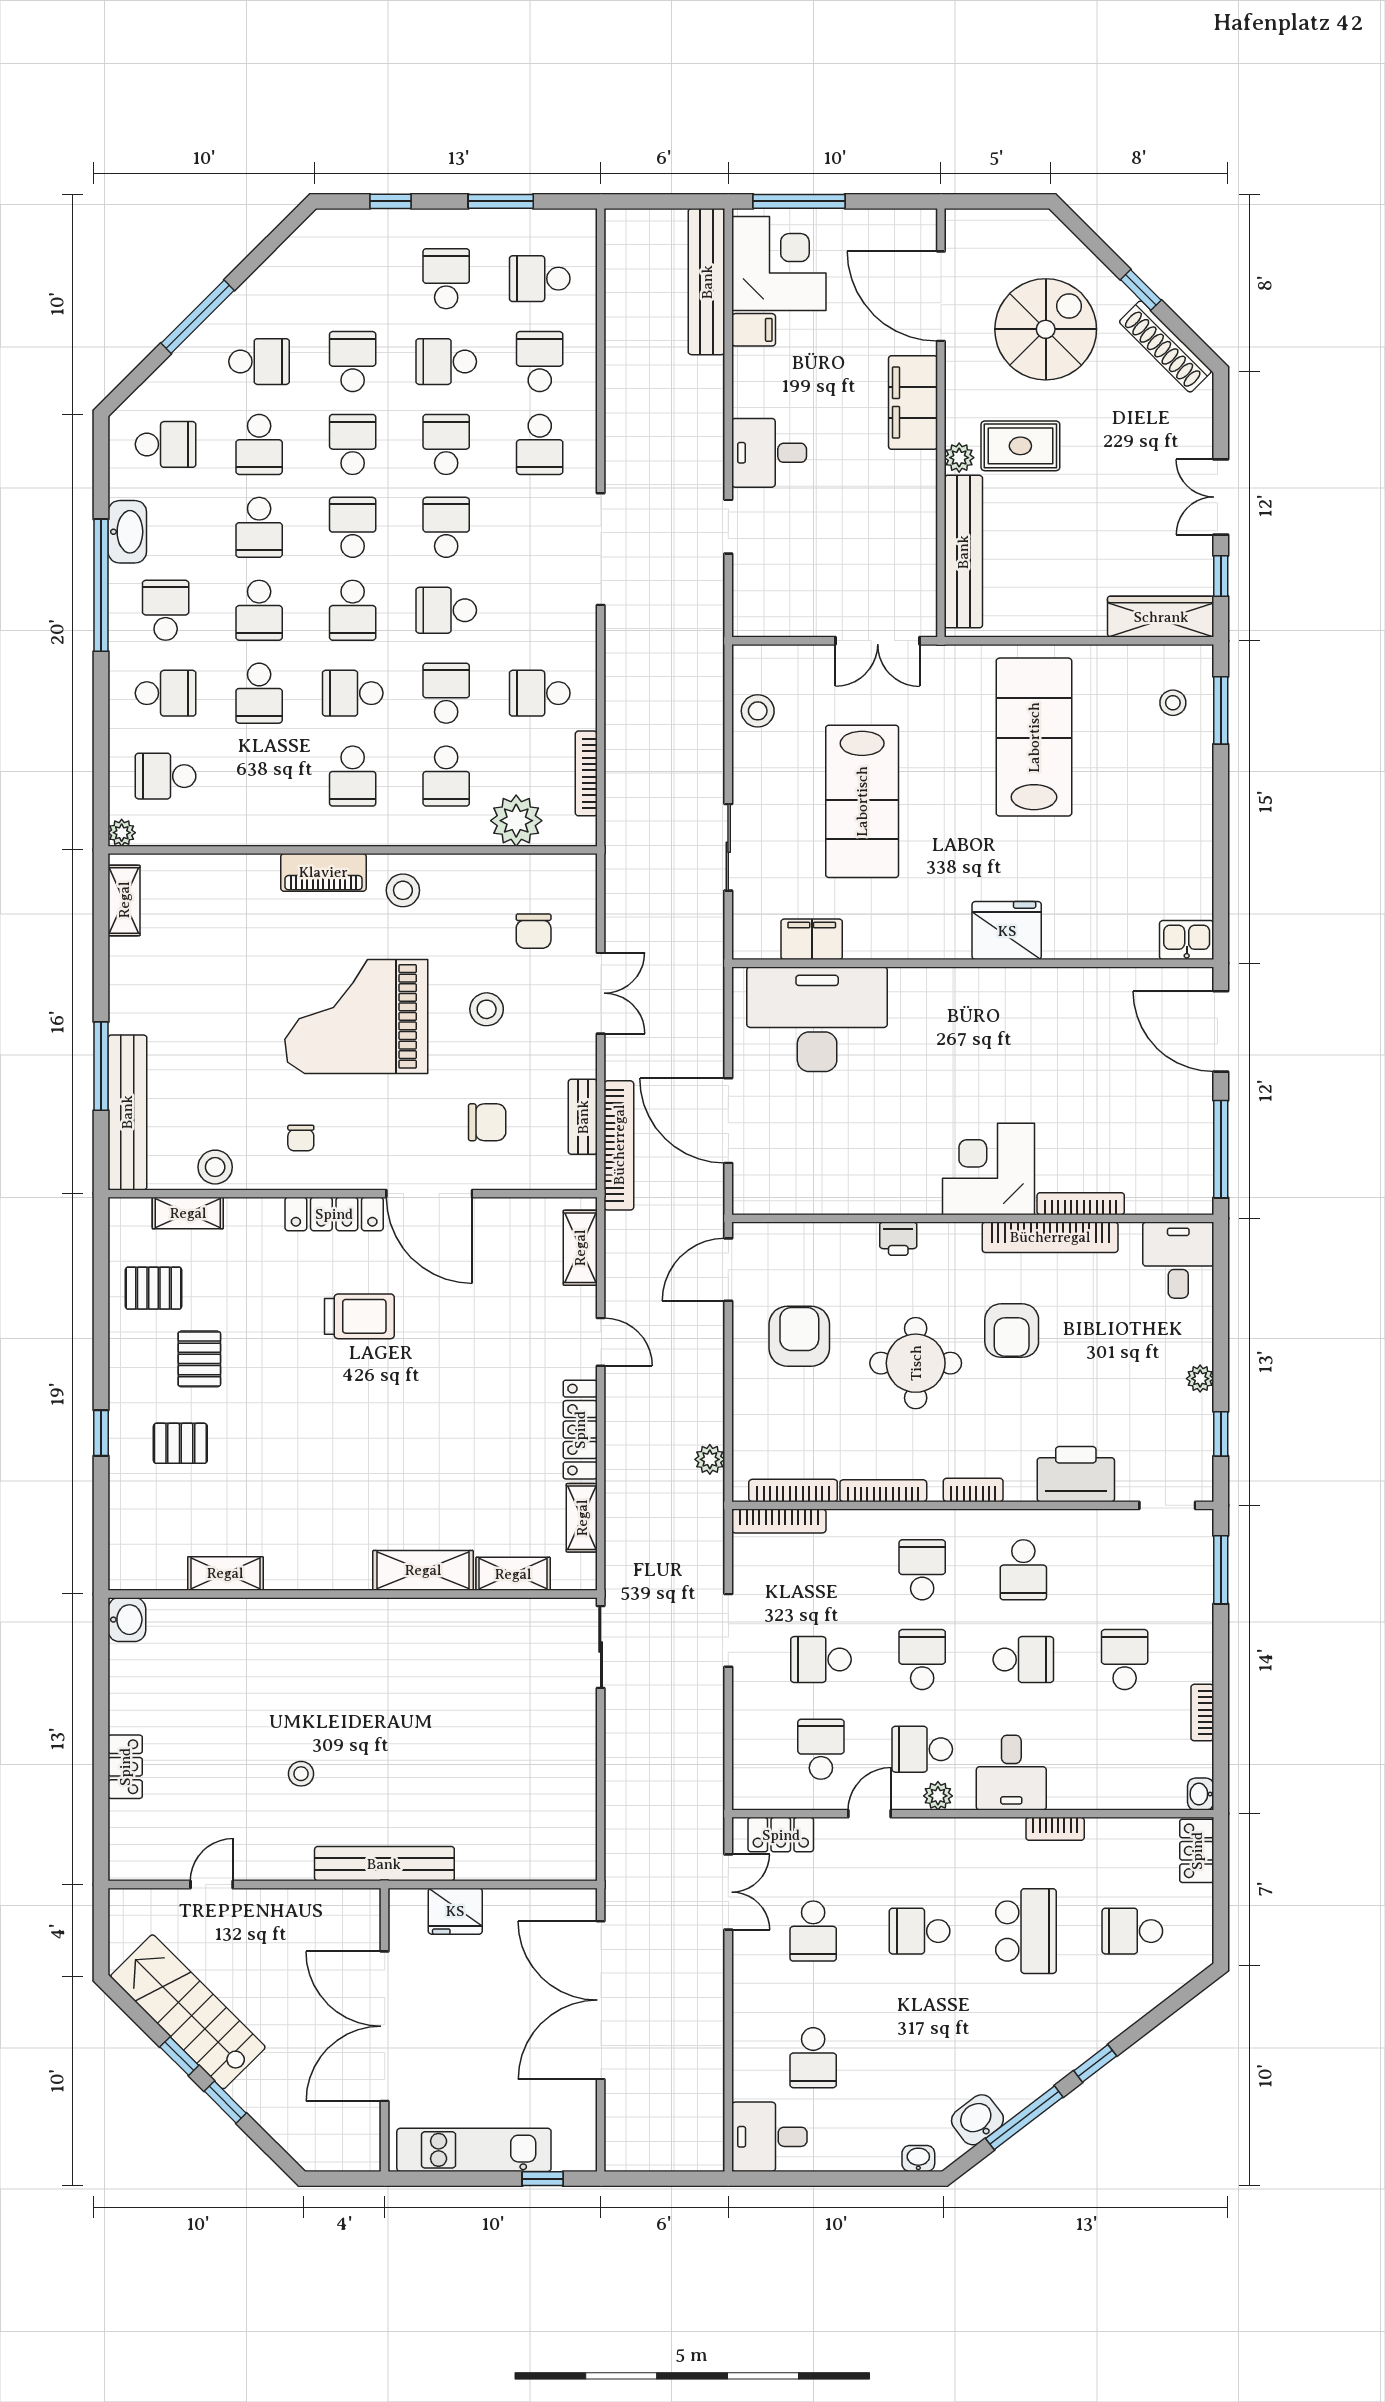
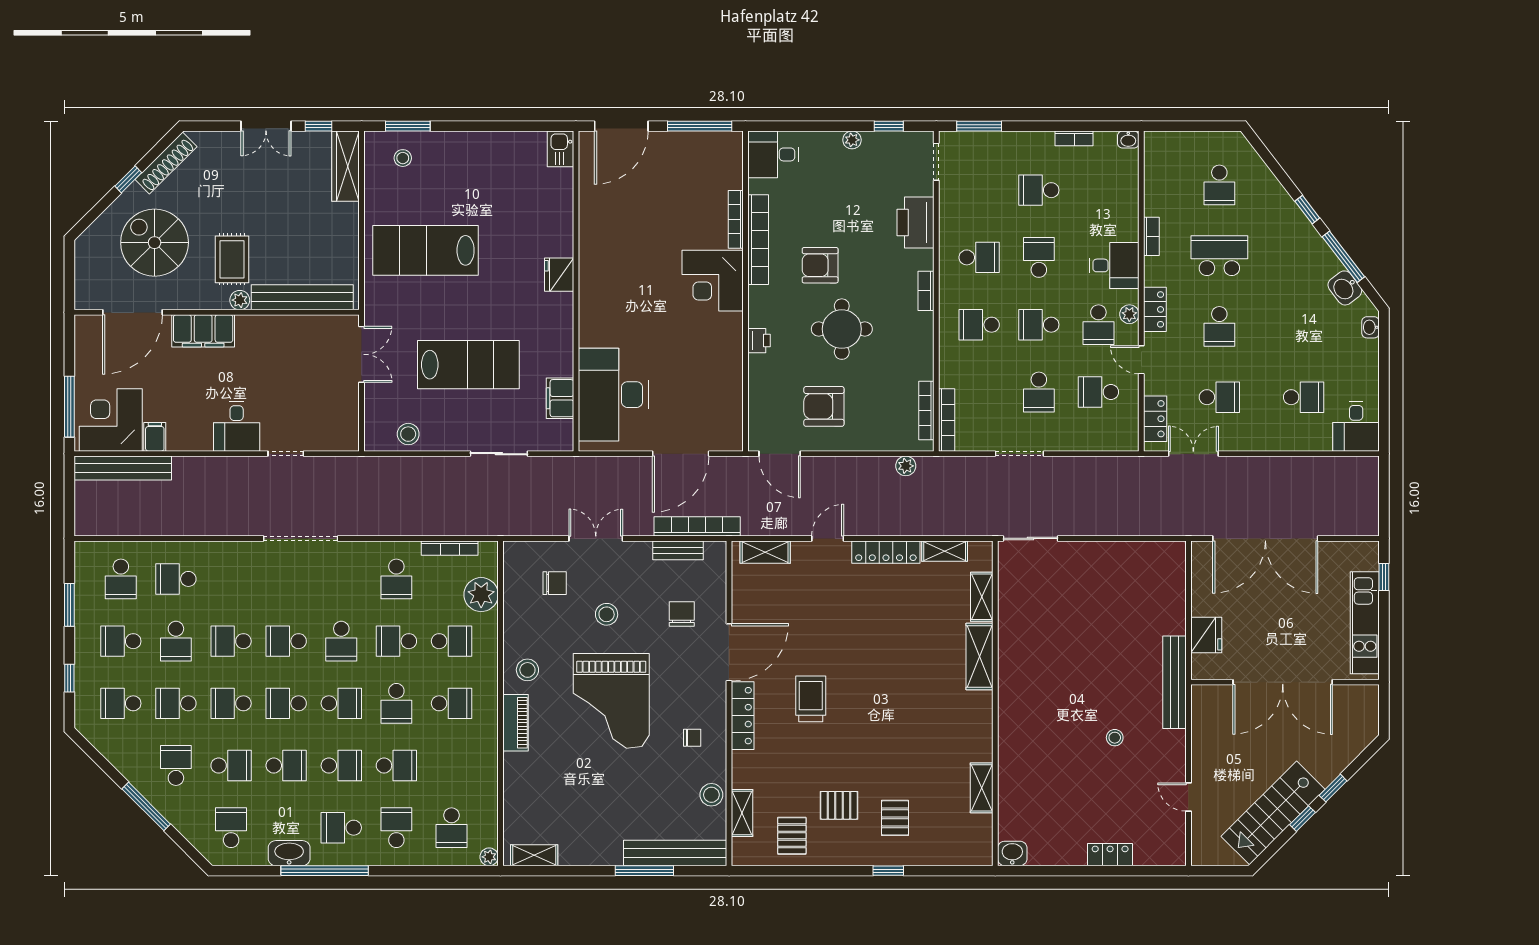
school desk: (540, 444) -> (121, 703), moved, turned 180
fridge: (1007, 931) -> (559, 275), width x0.73, depth x0.75
armchair: (1012, 1331) -> (820, 265), turned 180
bookcase: (883, 1491) -> (927, 351), removed
locker: (1197, 1851) -> (1155, 309), moved, turned -90

